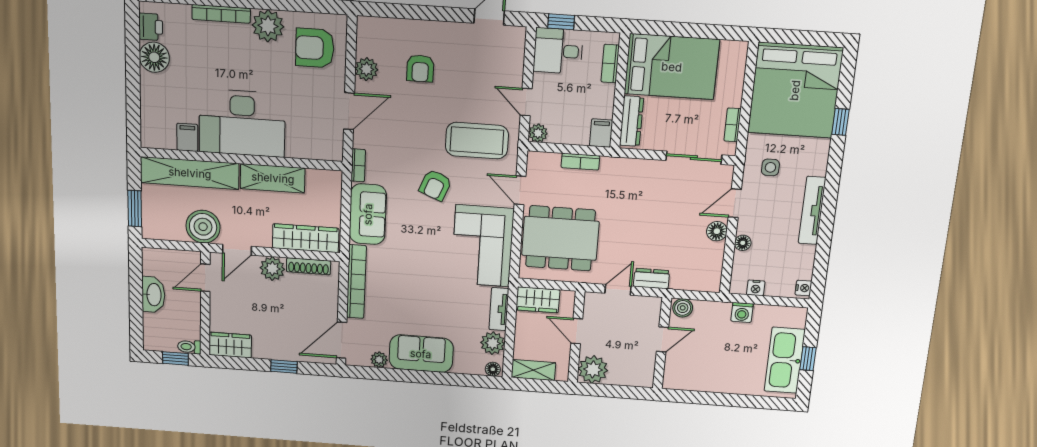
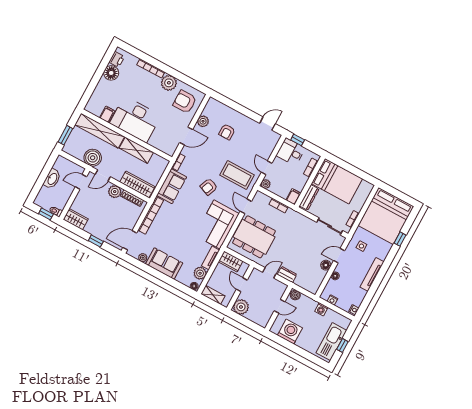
washing machine: (701, 374) -> (290, 332), added

